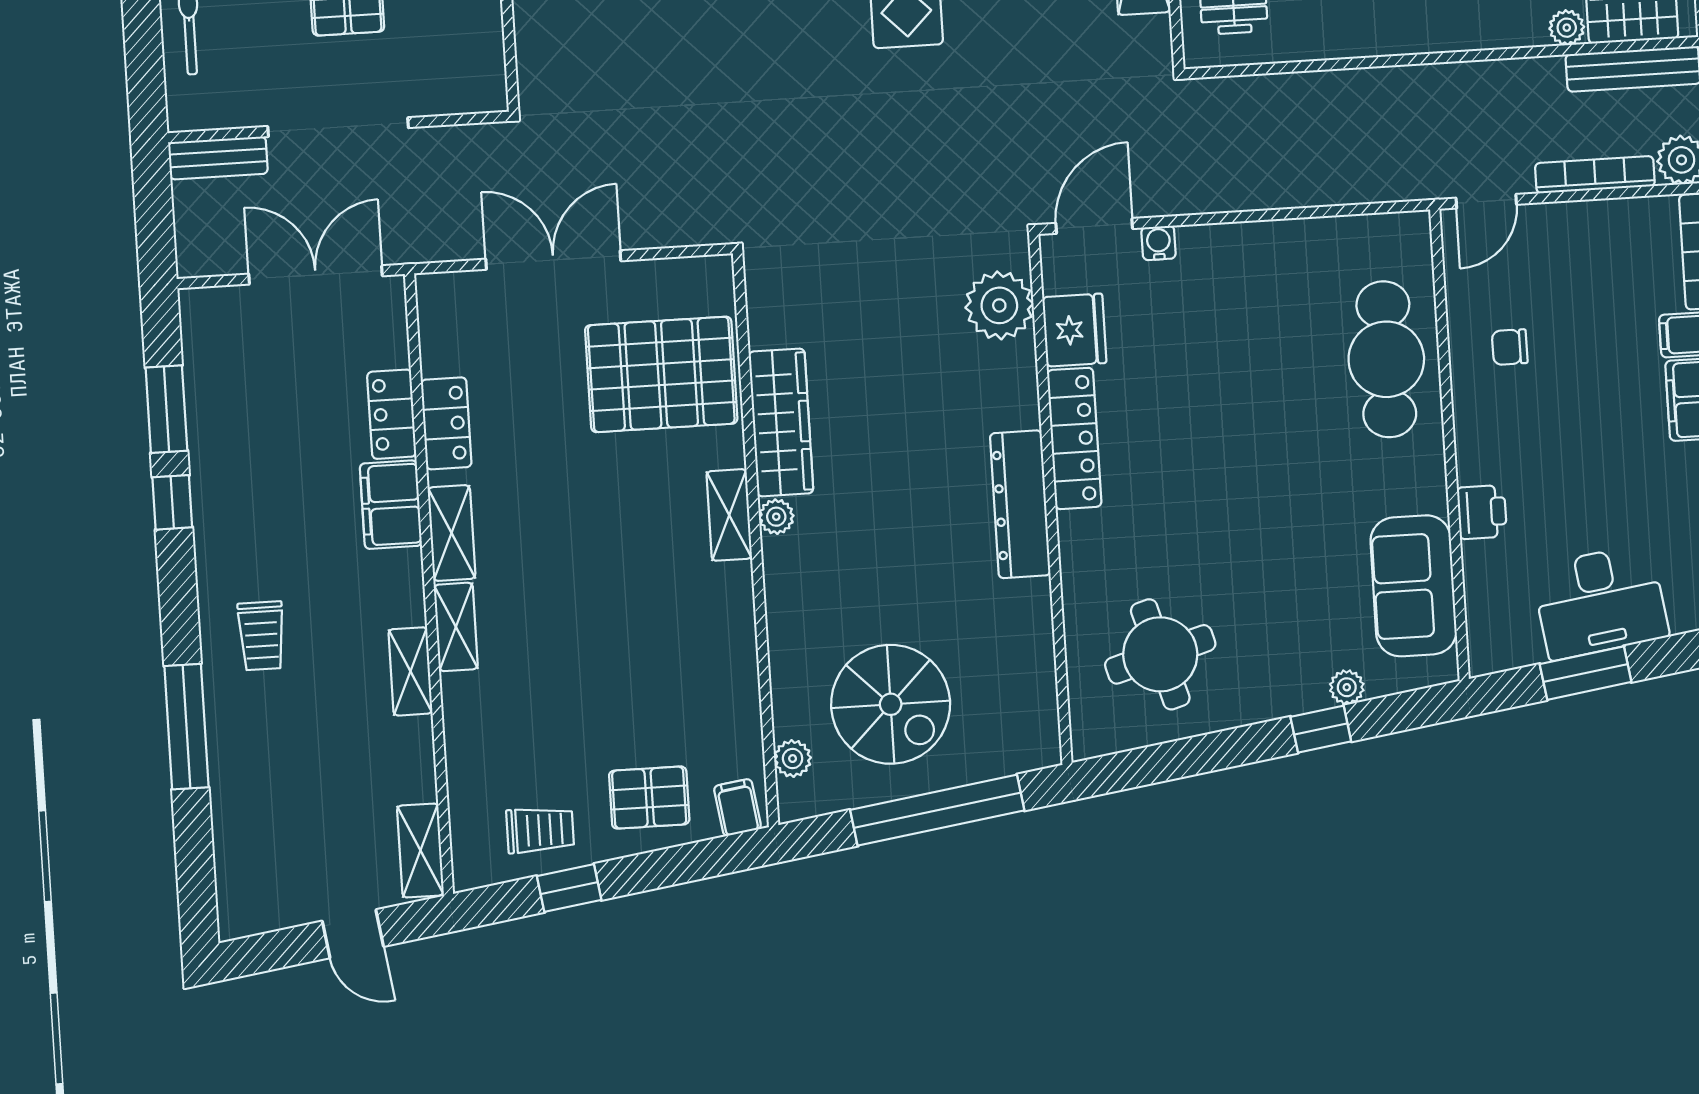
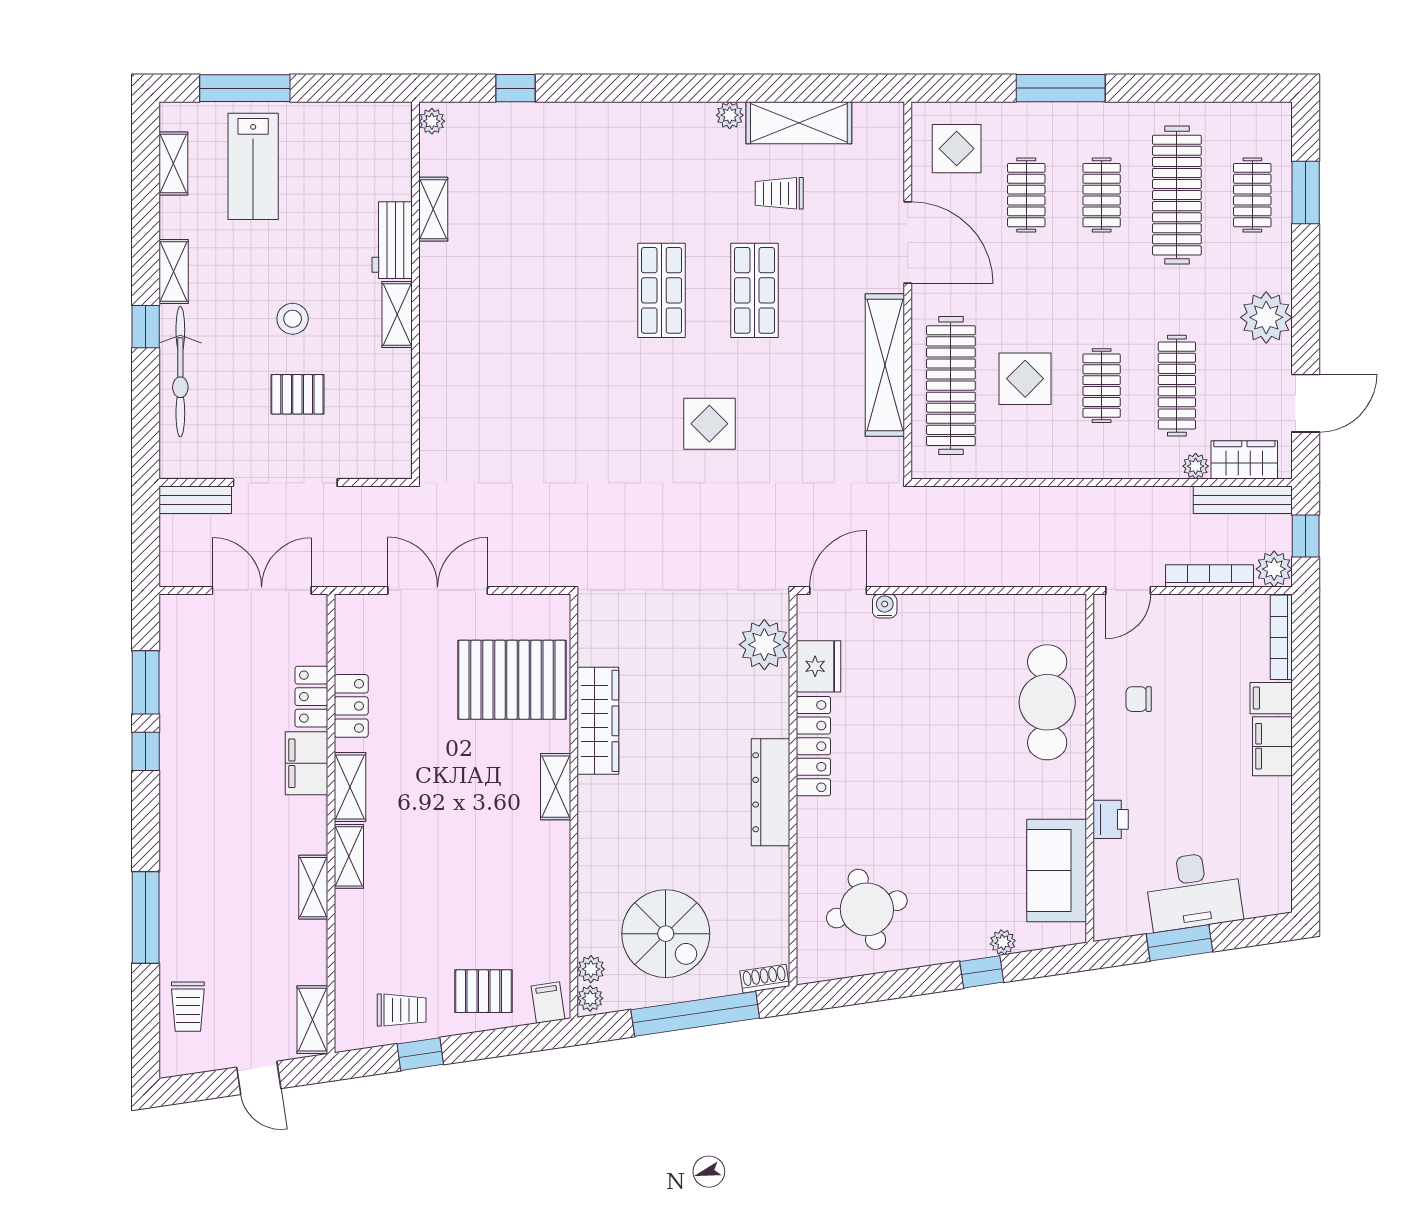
plant: (776, 517) -> (590, 998), moved
trolley: (261, 636) -> (188, 1007), moved
shoe rack: (1028, 757) -> (765, 979), added

